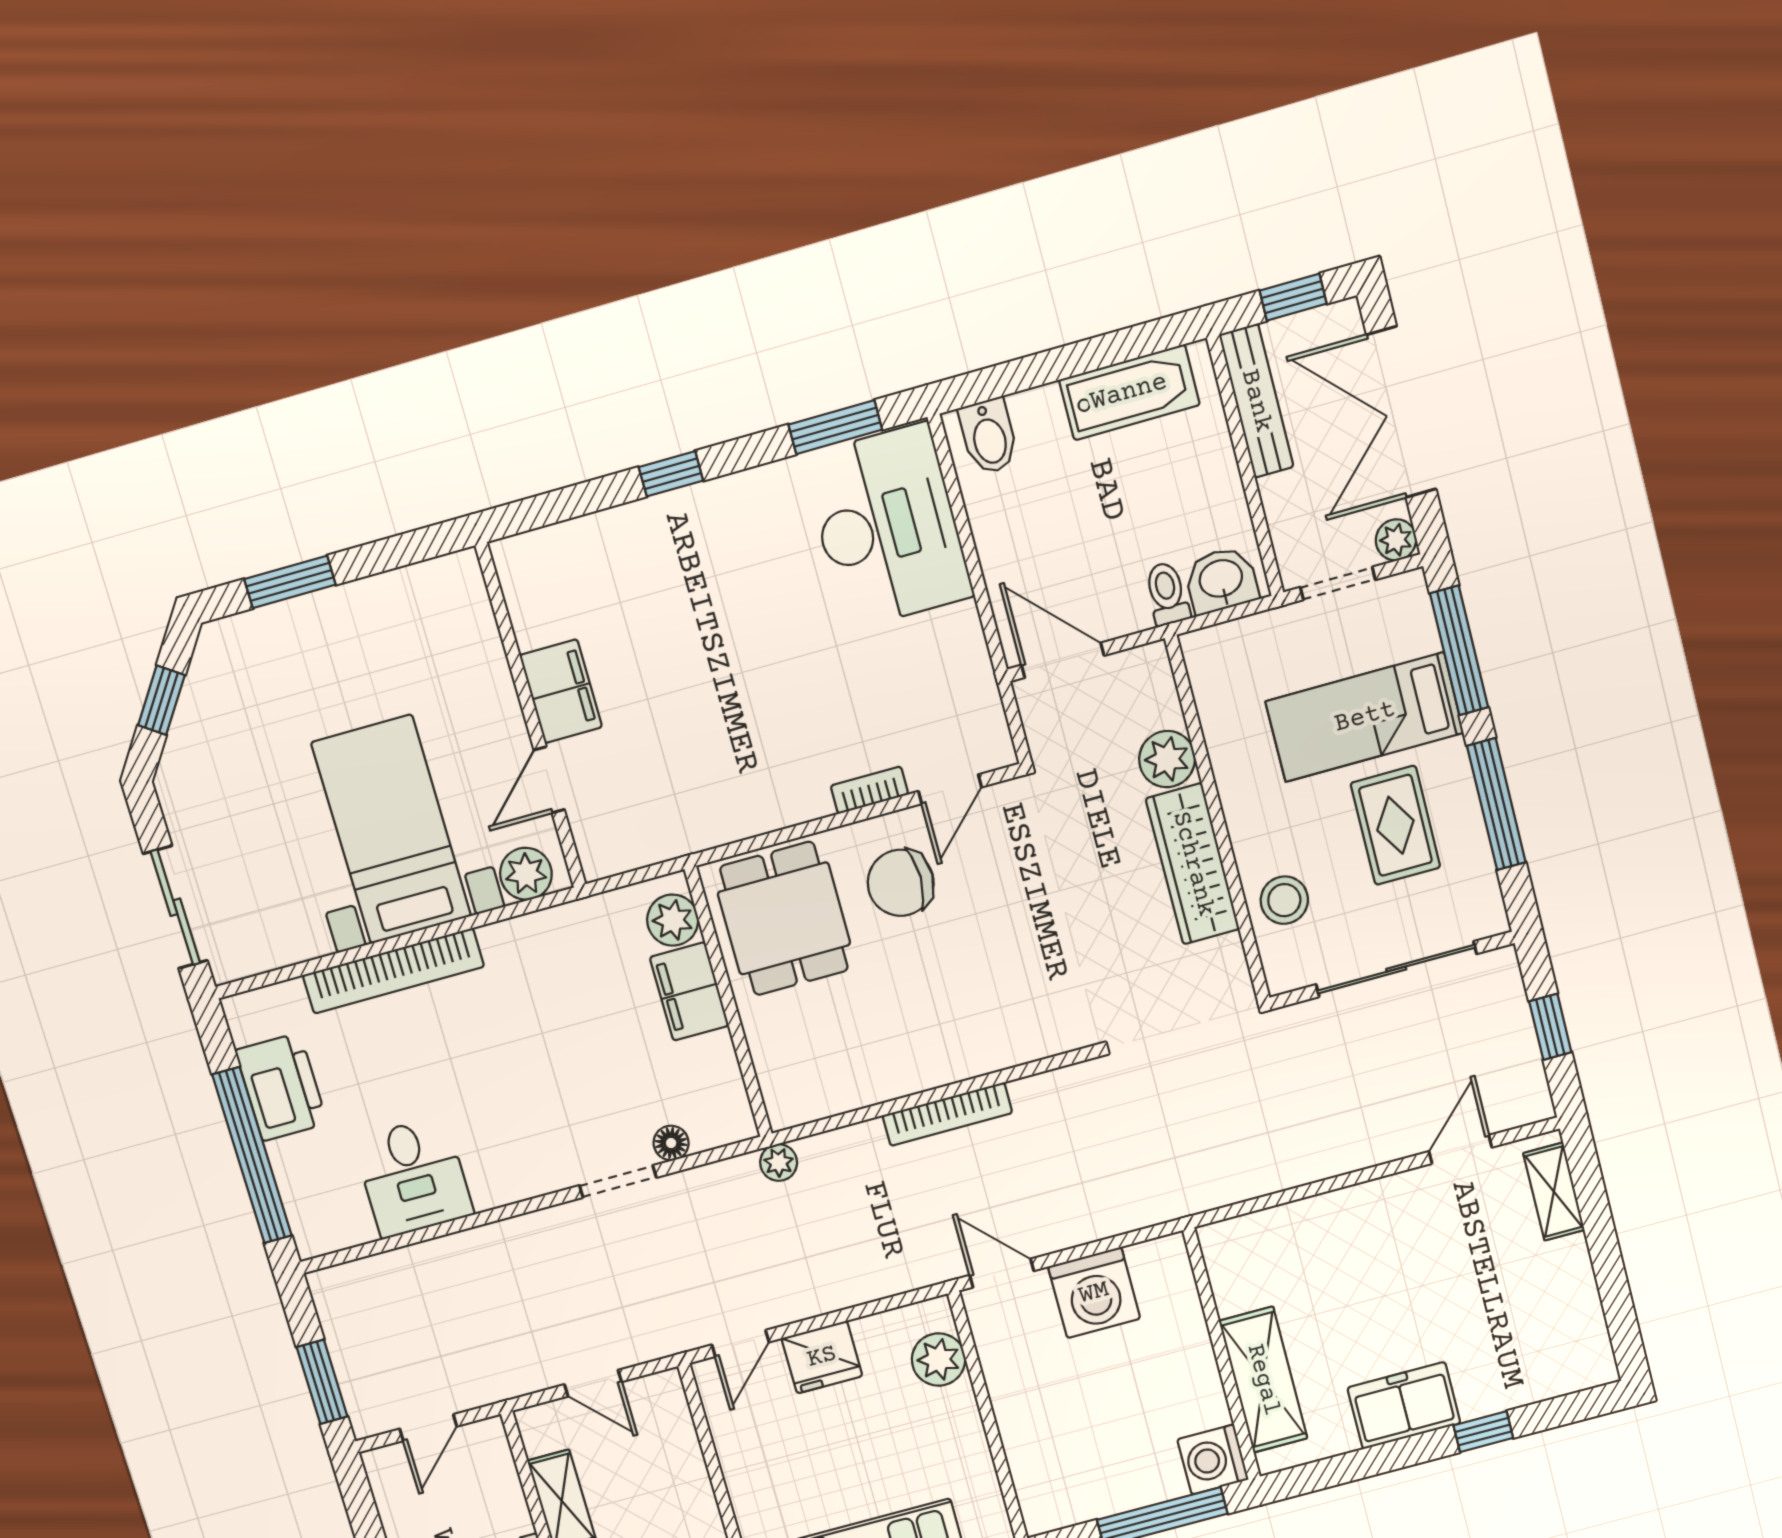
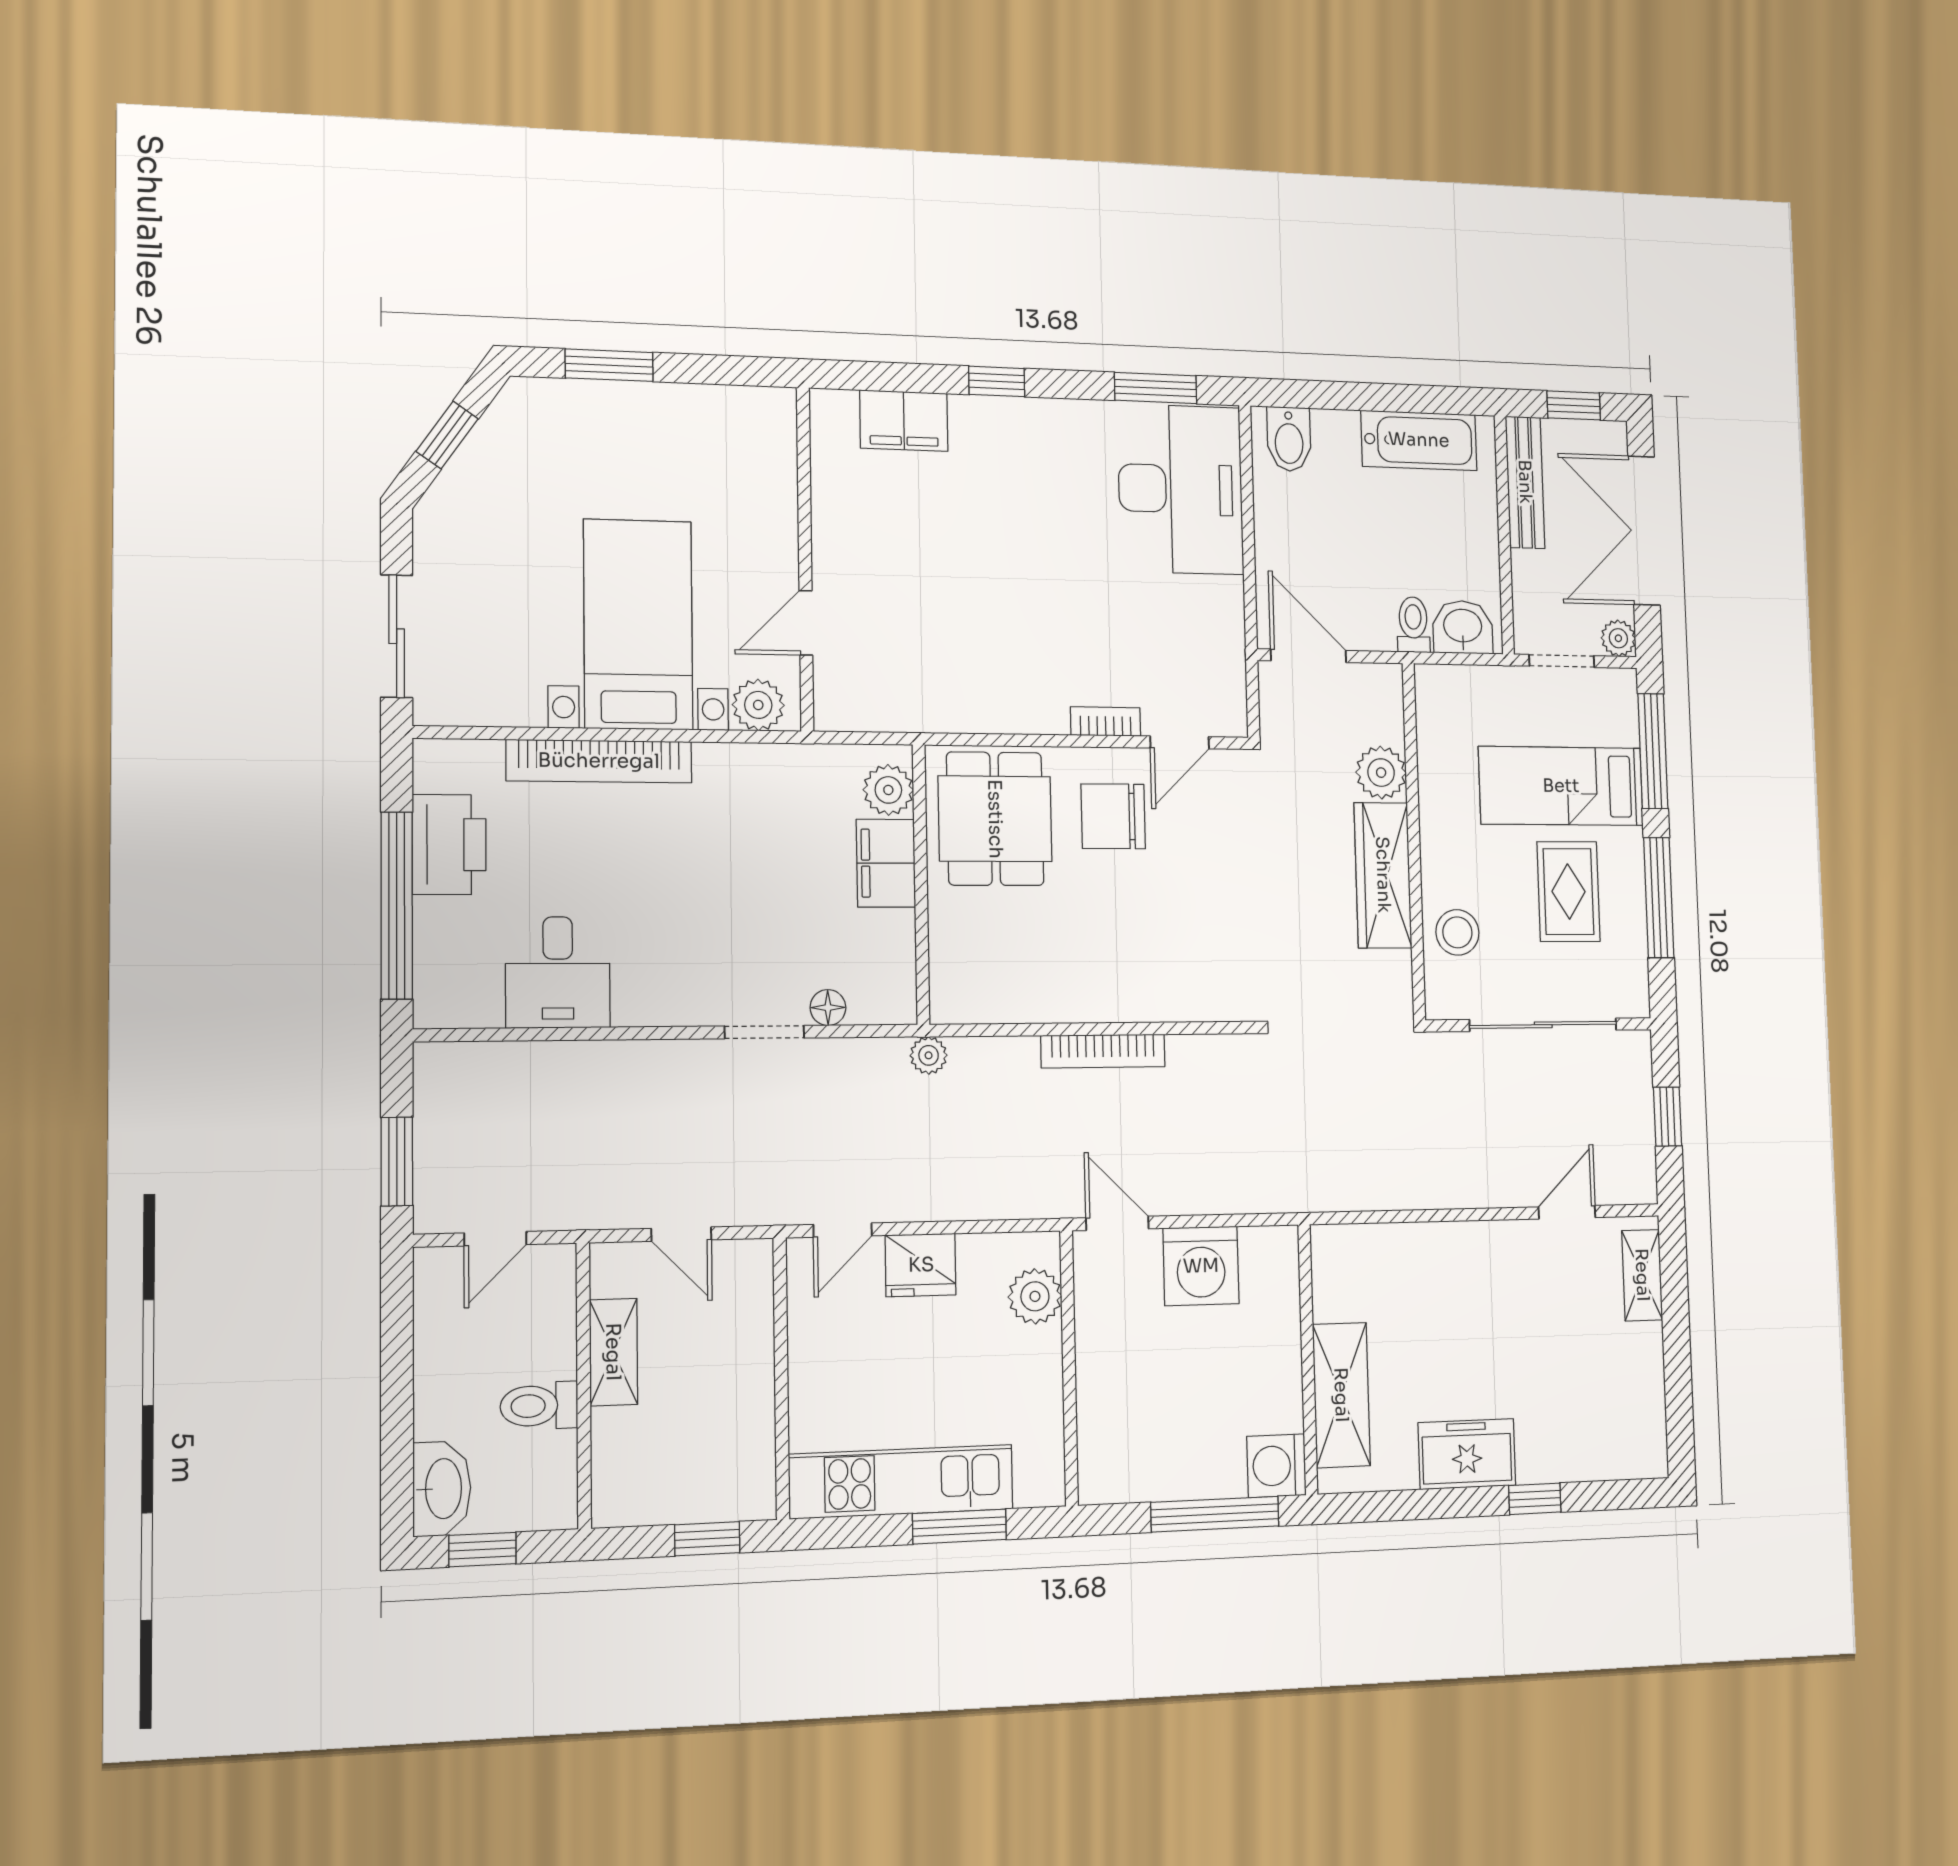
filing cabinet: (561, 691) -> (904, 421), moved, turned 90

